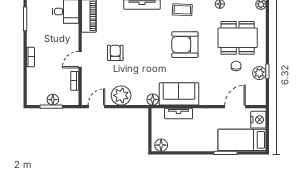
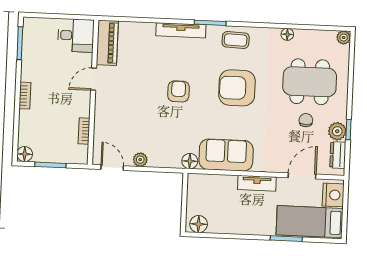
armchair: (115, 53) -> (179, 91), moved
door: (80, 60) -> (94, 79), moved
dresser: (260, 90) -> (338, 155), added
plant: (121, 95) -> (140, 160), width x0.53, depth x0.53
floor lamp: (53, 100) -> (25, 154), moved
door: (96, 107) -> (112, 168), hinge flipped
tv unit: (178, 114) -> (257, 183), moved

